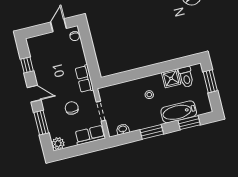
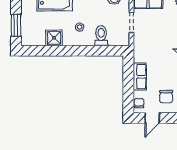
toilet: (186, 77) -> (101, 36), moved
row of seats: (84, 79) -> (140, 77), moved
chair: (72, 108) -> (166, 97), moved

